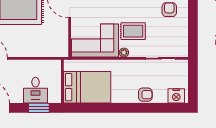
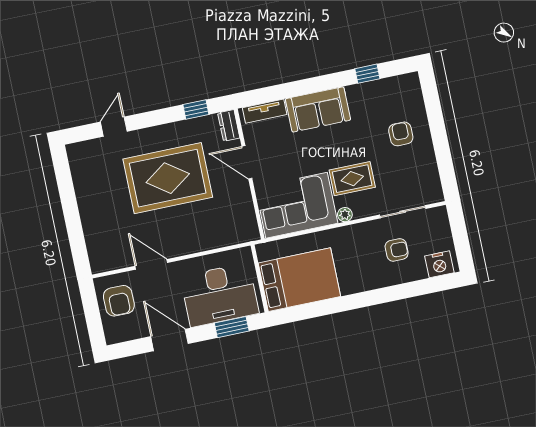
desk: (36, 90) -> (220, 295), width x1.87, depth x1.30
armchair: (145, 95) -> (397, 250), moved

